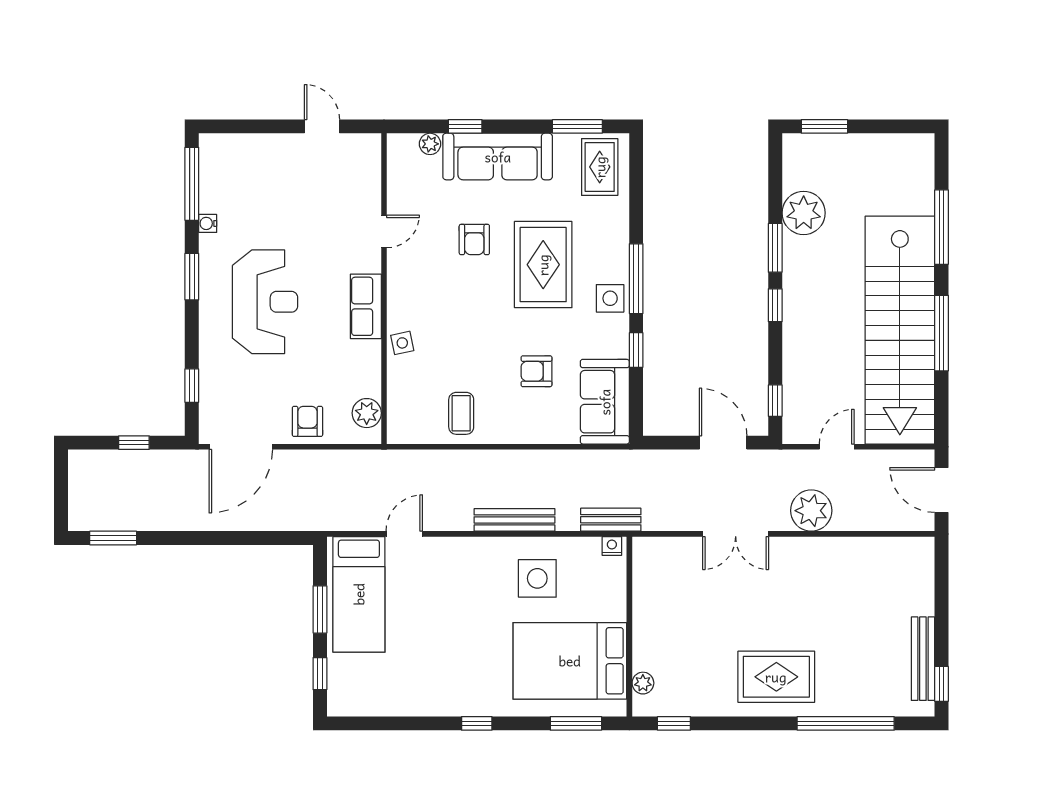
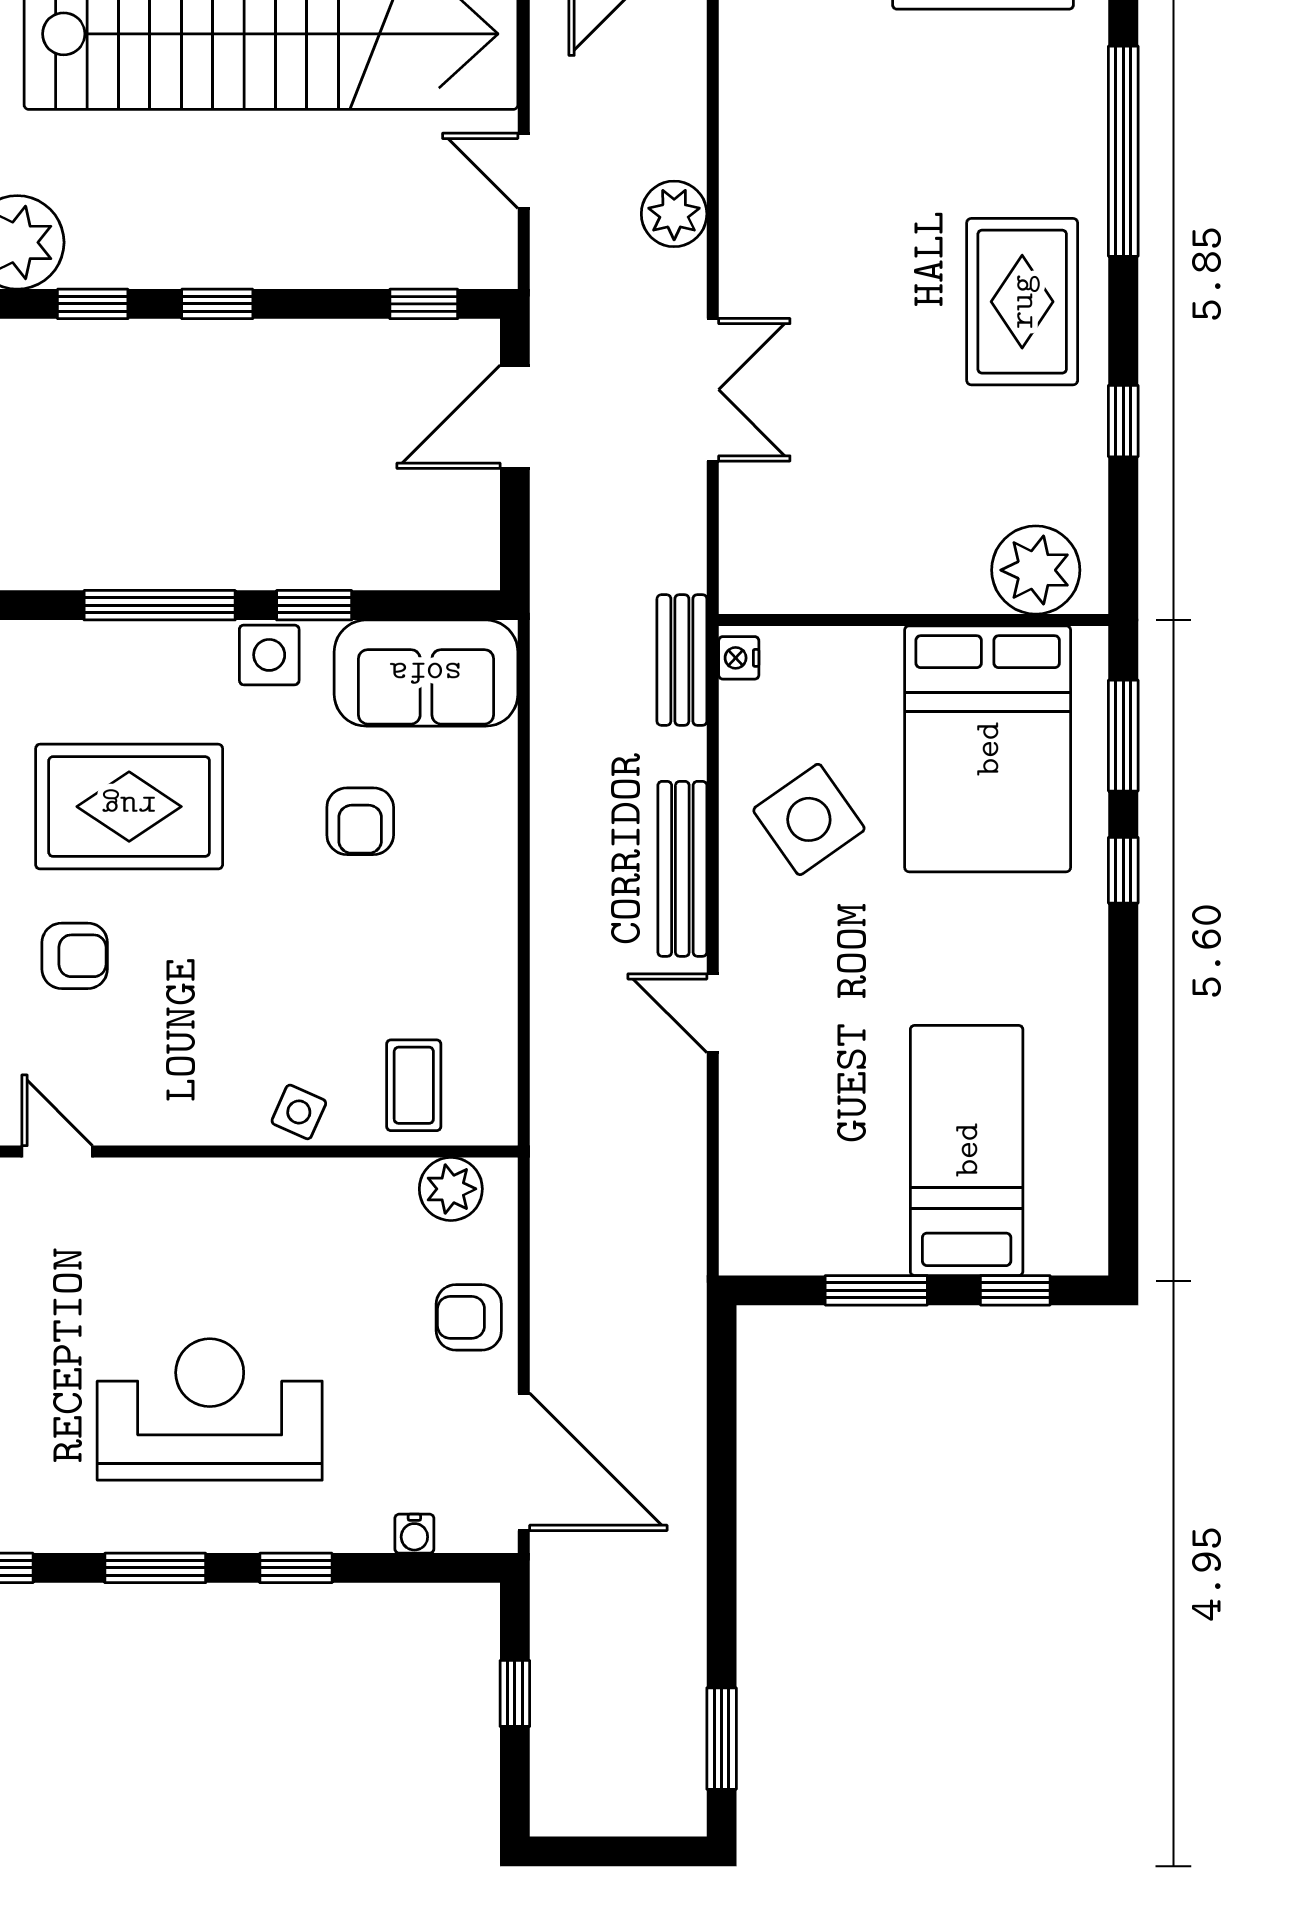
water cooler: (208, 223) -> (414, 1534), moved
window: (775, 248) -> (93, 304), width x0.67
side table: (610, 298) -> (269, 655), moved
row of seats: (366, 306) -> (220, 1191), removed
side table: (402, 343) -> (299, 1112), turned 36
window: (192, 386) -> (296, 1568), moved
coffee table: (461, 413) -> (414, 1085), moved, turned 90
plant: (811, 511) -> (674, 214), width x0.73, depth x0.73
door: (404, 534) -> (713, 1013), moved
side table: (537, 578) -> (809, 819), turned -35
bed: (359, 594) -> (967, 1150), moved, turned -90
plant: (643, 683) -> (1036, 570), width x1.88, depth x1.88
window: (477, 723) -> (1123, 870), moved
window: (674, 723) -> (1123, 421), moved

